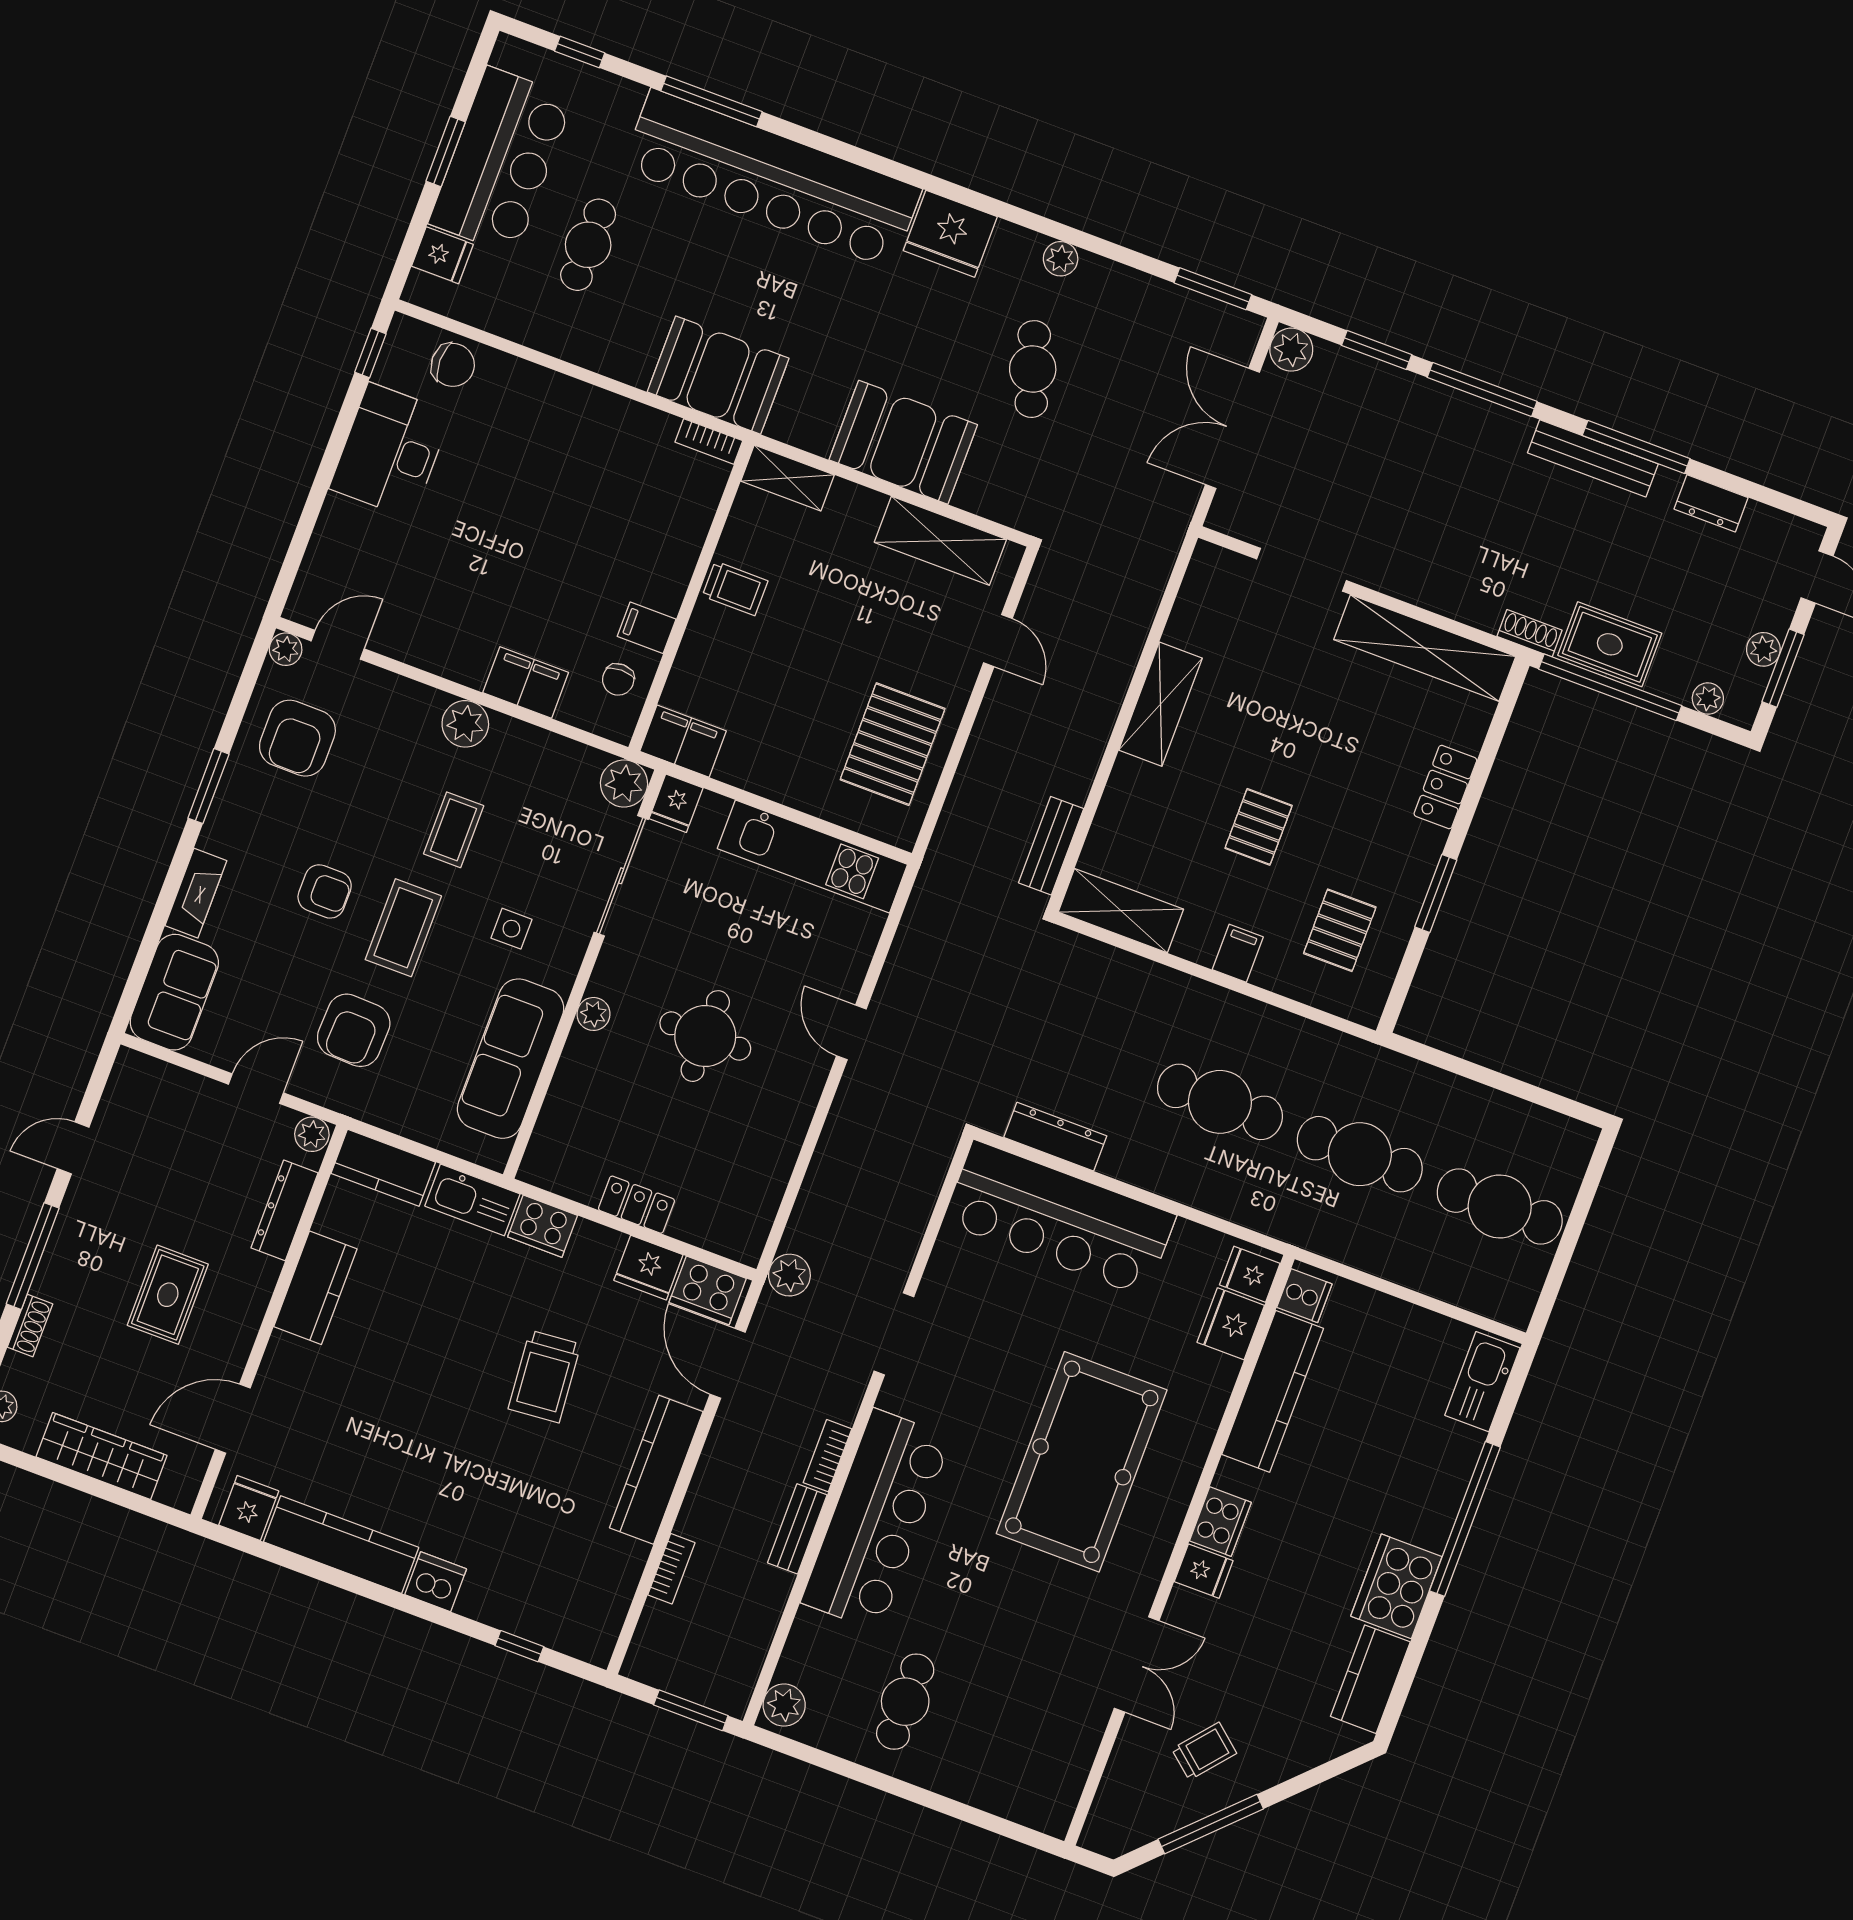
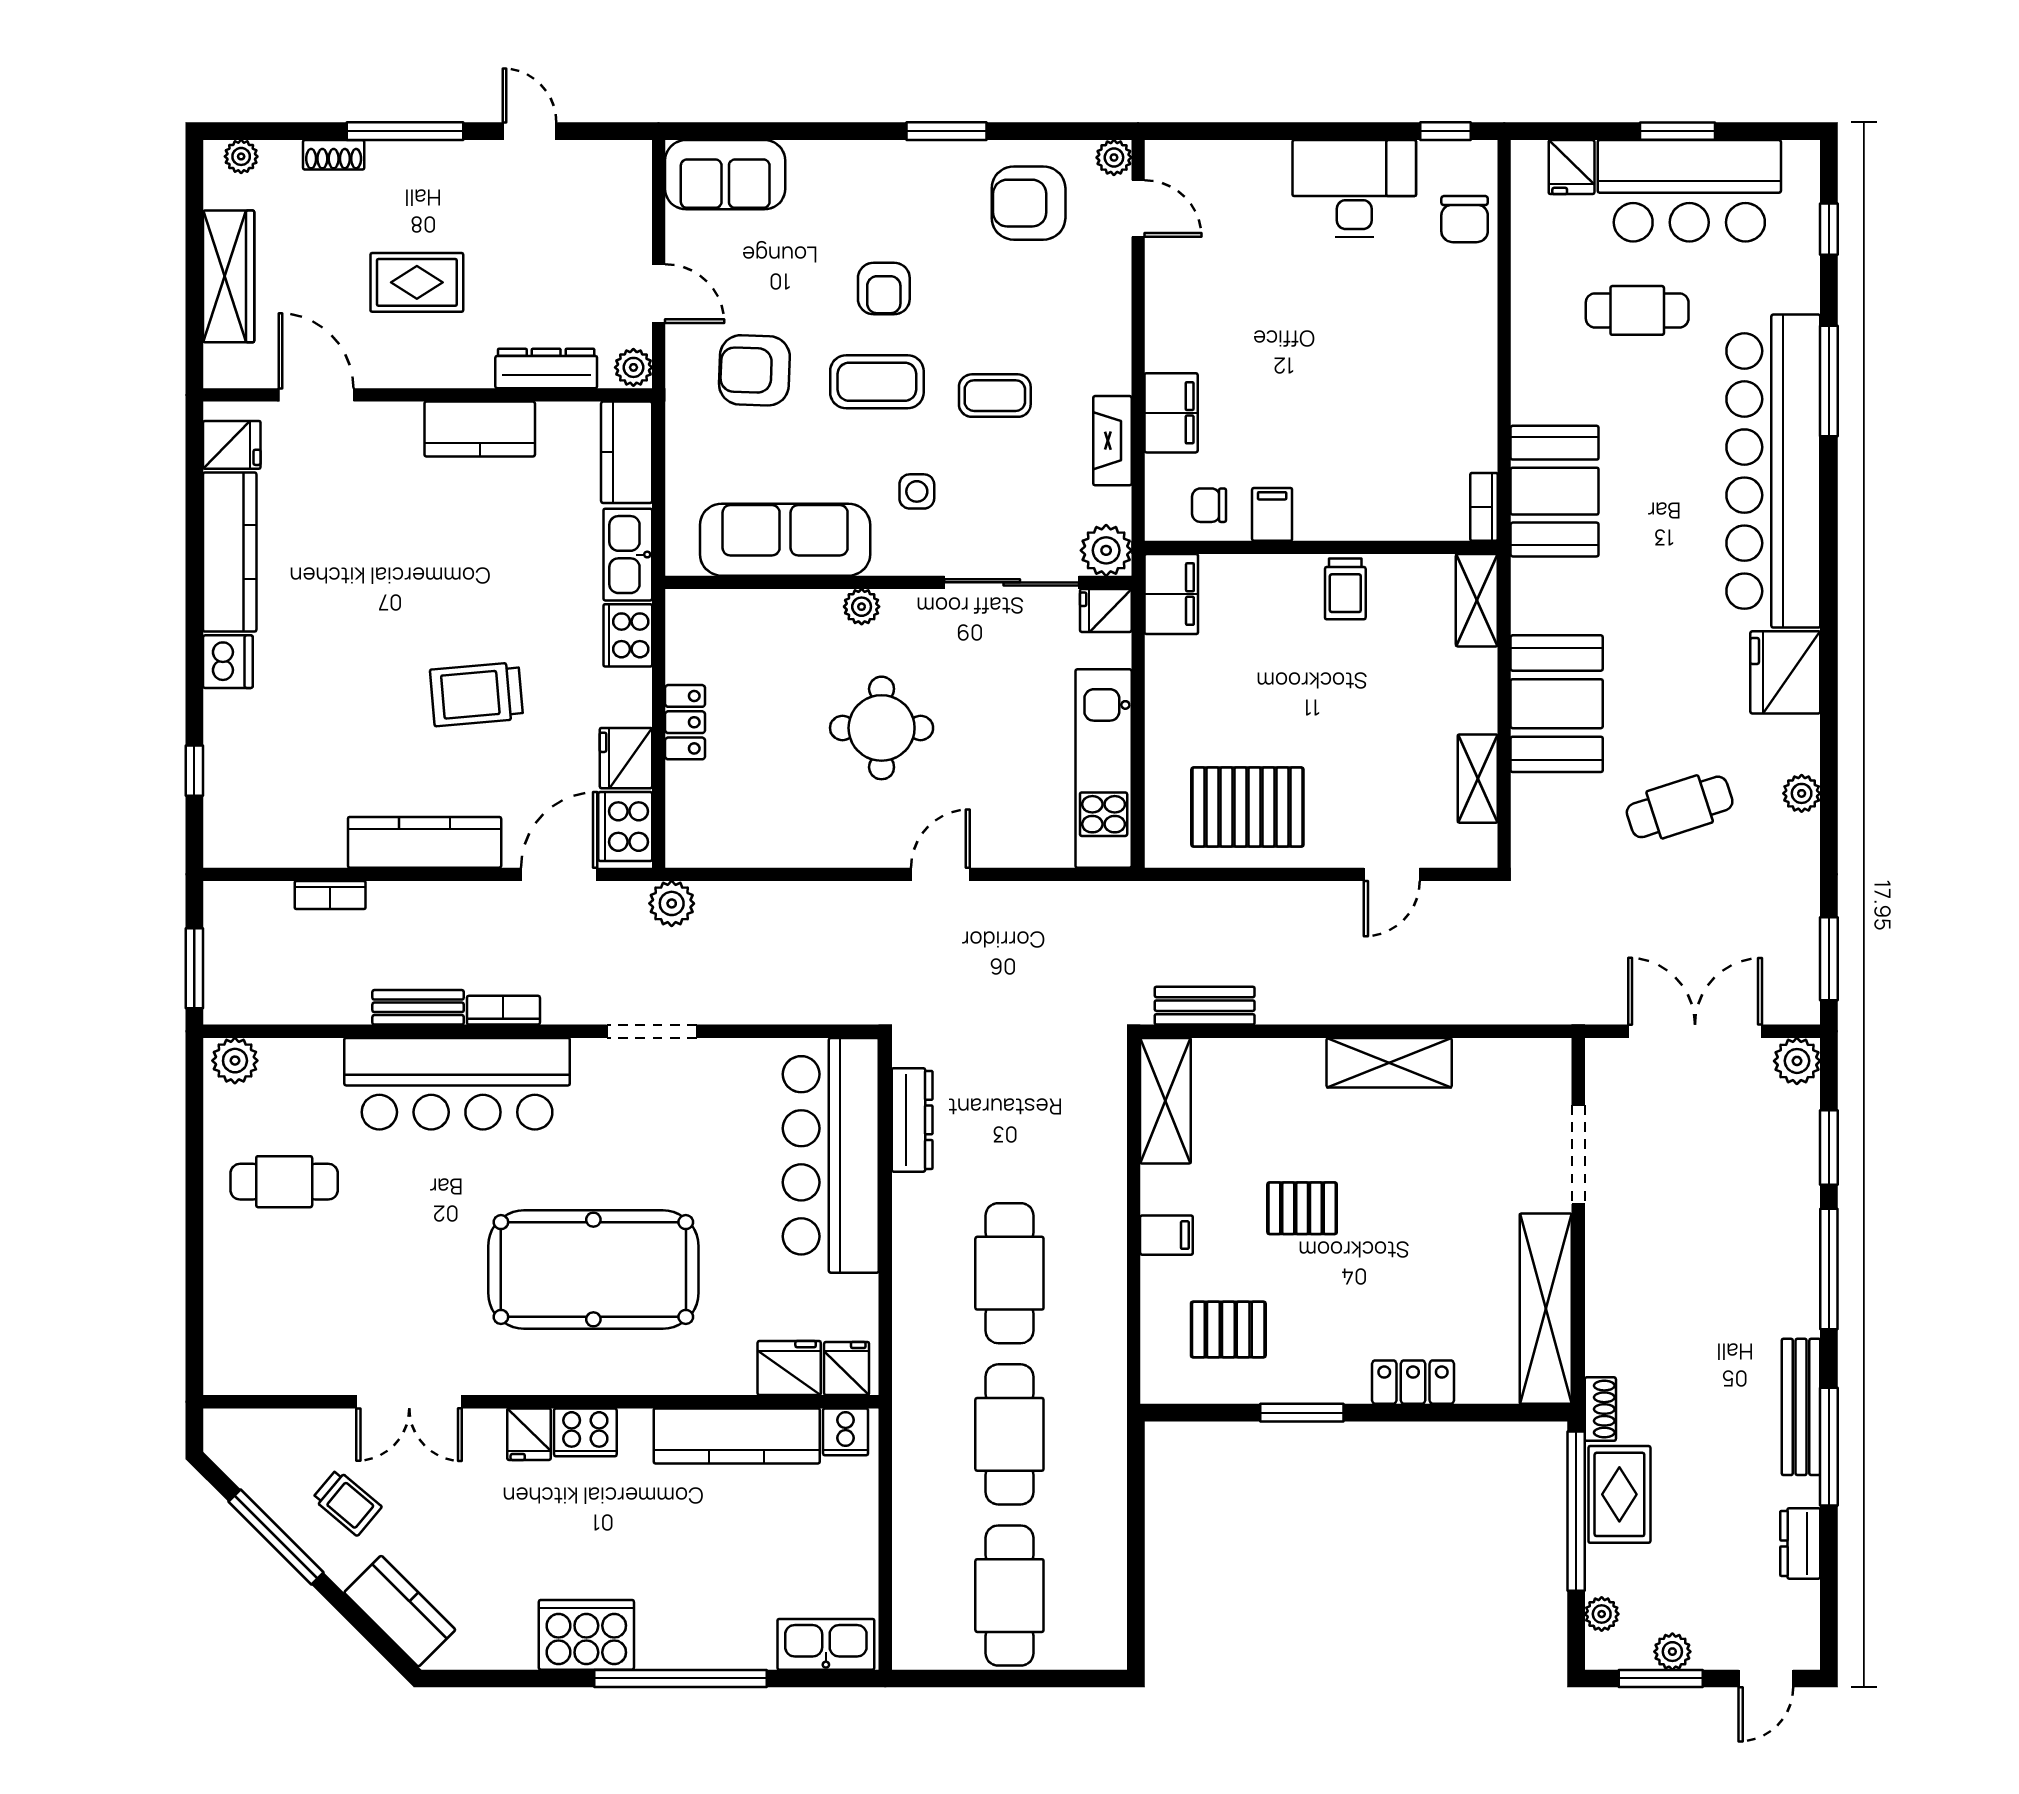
shelving: (940, 541) -> (1478, 779), width x0.67, depth x0.75
plant: (465, 724) -> (1106, 367), removed
fireplace: (196, 893) -> (1112, 441), moved, turned 90
kitchen counter: (1370, 1679) -> (400, 1611), moved, turned 45

